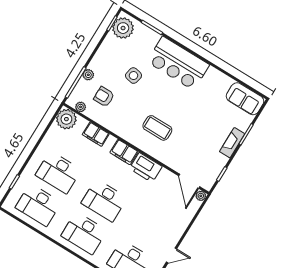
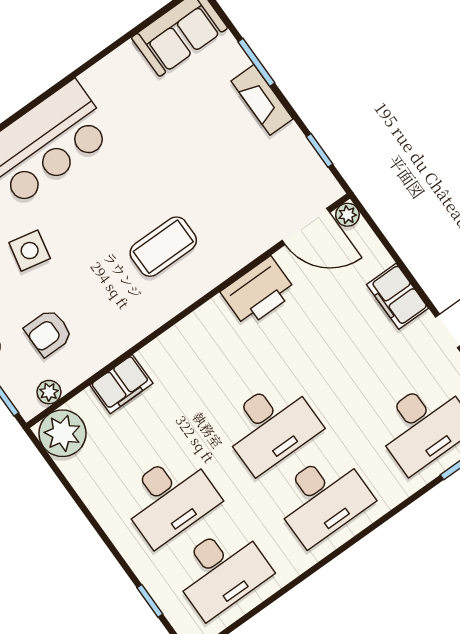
filing cabinet: (124, 152) -> (397, 296), moved, turned 90
printer: (146, 167) -> (258, 292), moved

